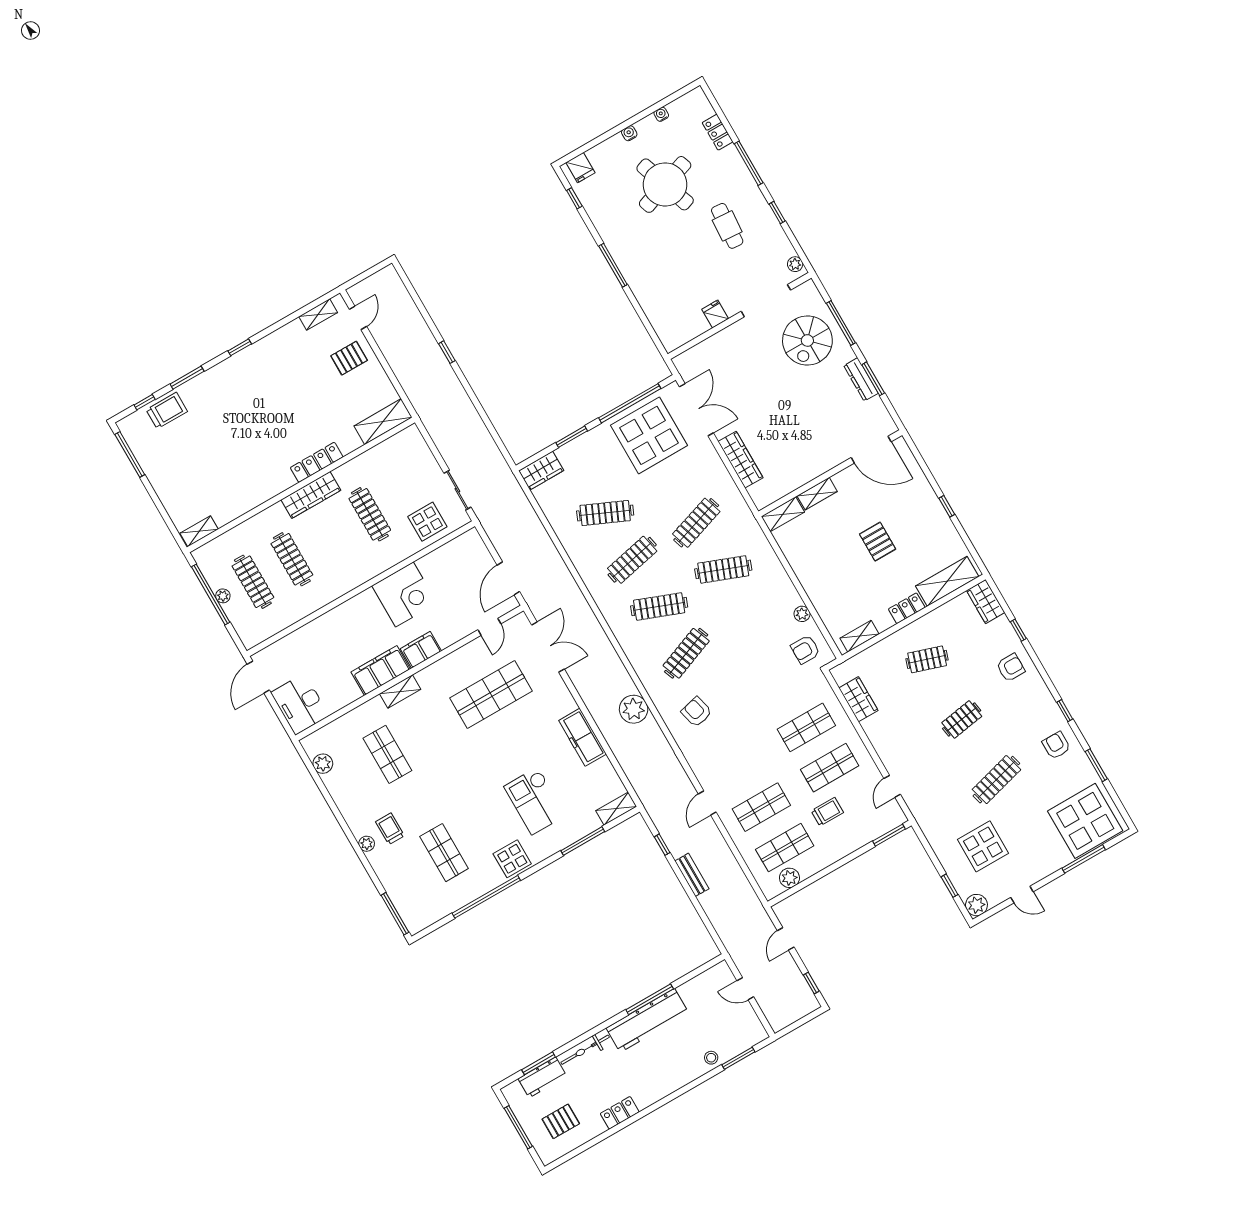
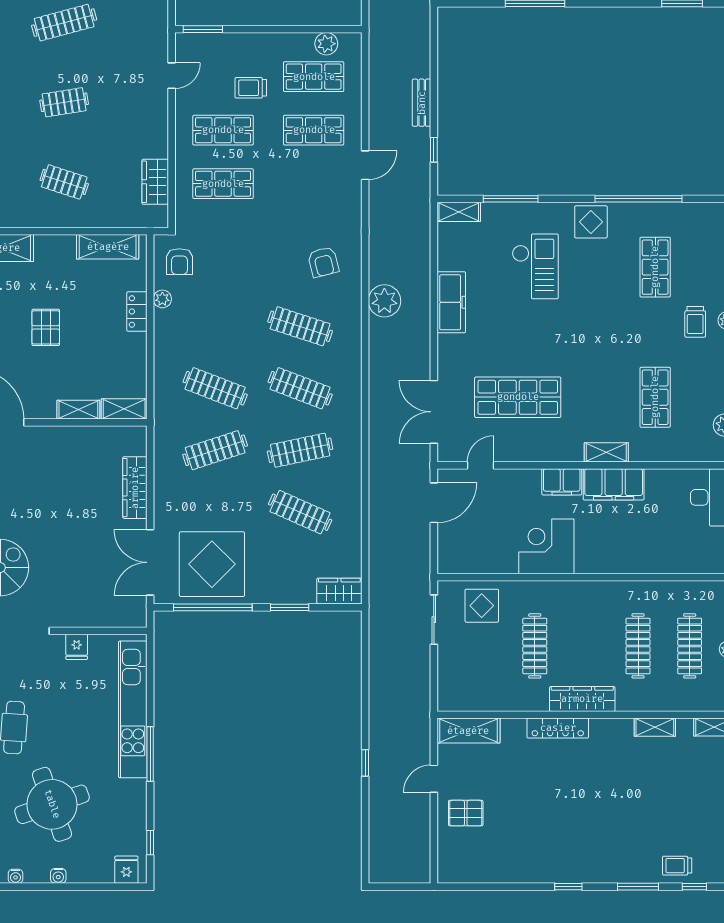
kitchen unit: (645, 291) -> (133, 709), added
shelving: (318, 314) -> (655, 727), moved
door: (358, 318) -> (434, 779), moved
trolley: (167, 411) -> (677, 866), width x0.73, depth x0.72
locker: (907, 608) -> (137, 311), moved, turned 90
shelving: (860, 636) -> (108, 247), width x1.50, depth x1.33
armchair: (805, 650) -> (179, 262), turned 90
clothes rail: (686, 653) -> (300, 326), turned 39

